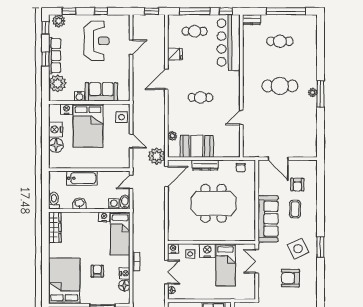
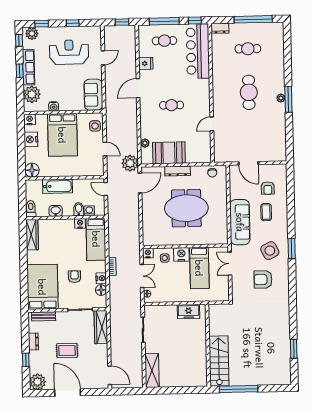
reception desk: (96, 41) -> (69, 52), turned -90
cafe table: (280, 86) -> (249, 92), turned 90
sofa: (101, 92) -> (93, 95), moved, turned -90
nightstand: (67, 109) -> (30, 120), moved
floor lamp: (56, 145) -> (32, 170), moved
door: (131, 182) -> (106, 189), hinge flipped
bidet: (125, 202) -> (79, 209), moved

